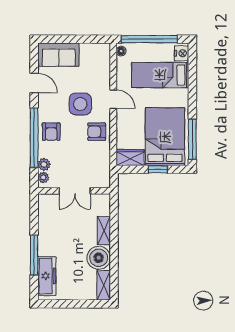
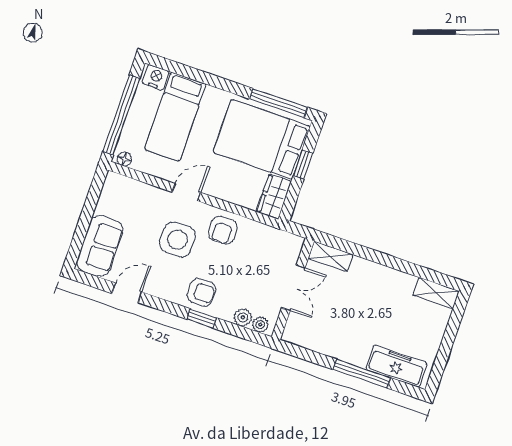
window: (34, 138) -> (202, 318), width x0.32
shelving: (104, 231) -> (331, 256), moved
boiler: (99, 258) -> (396, 287), removed

